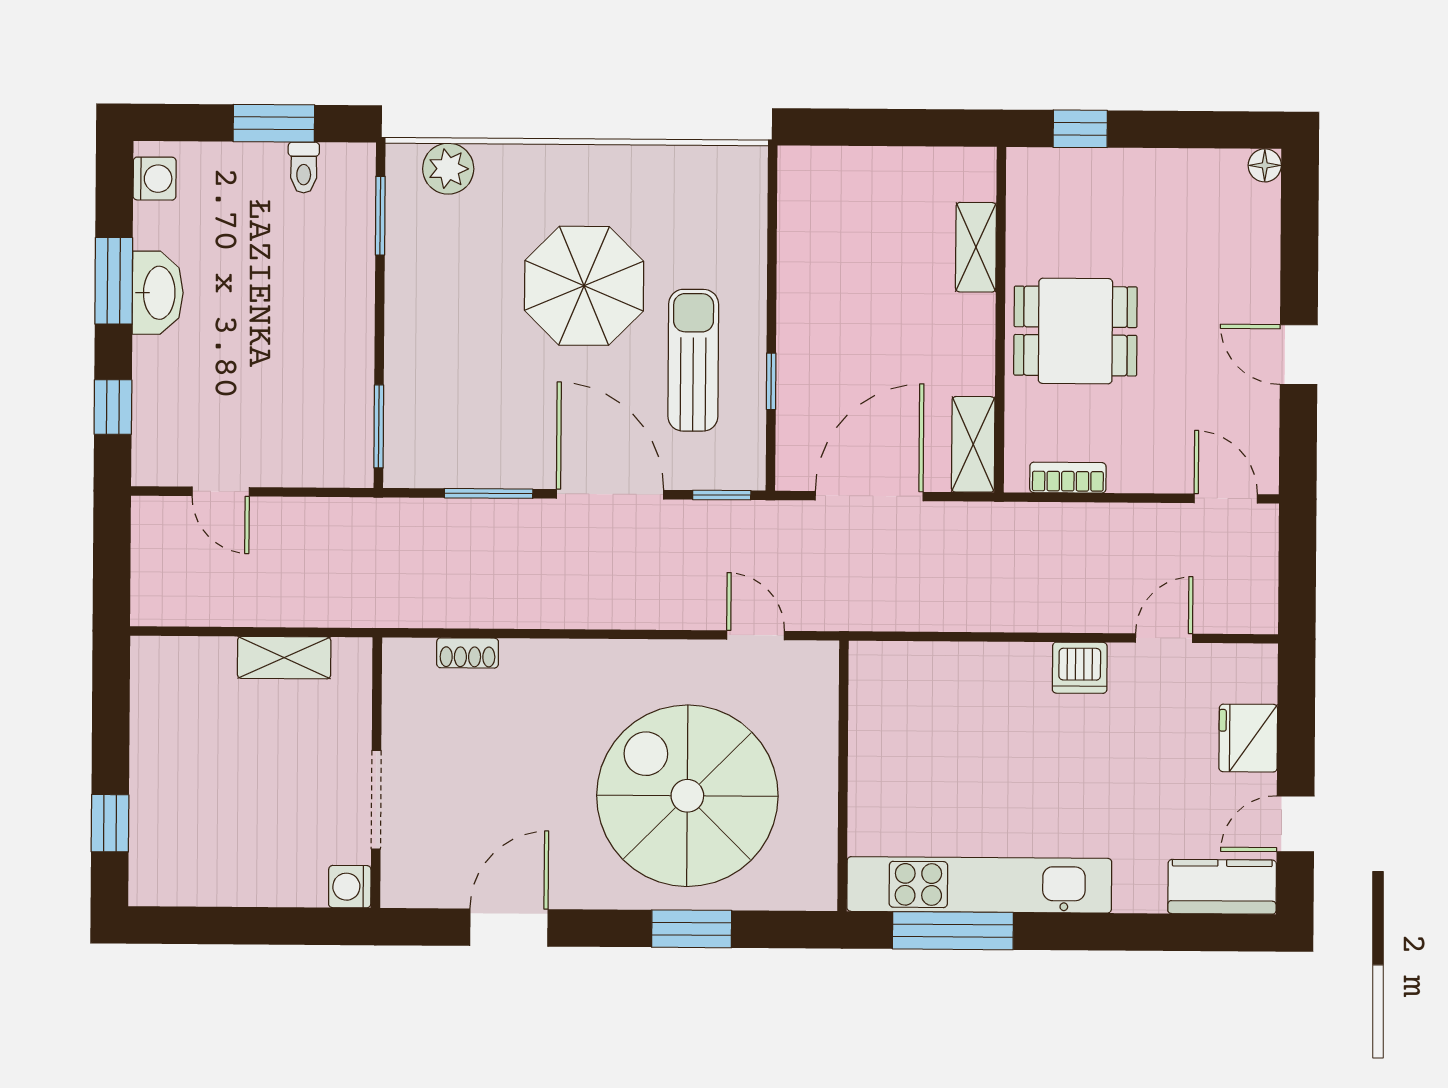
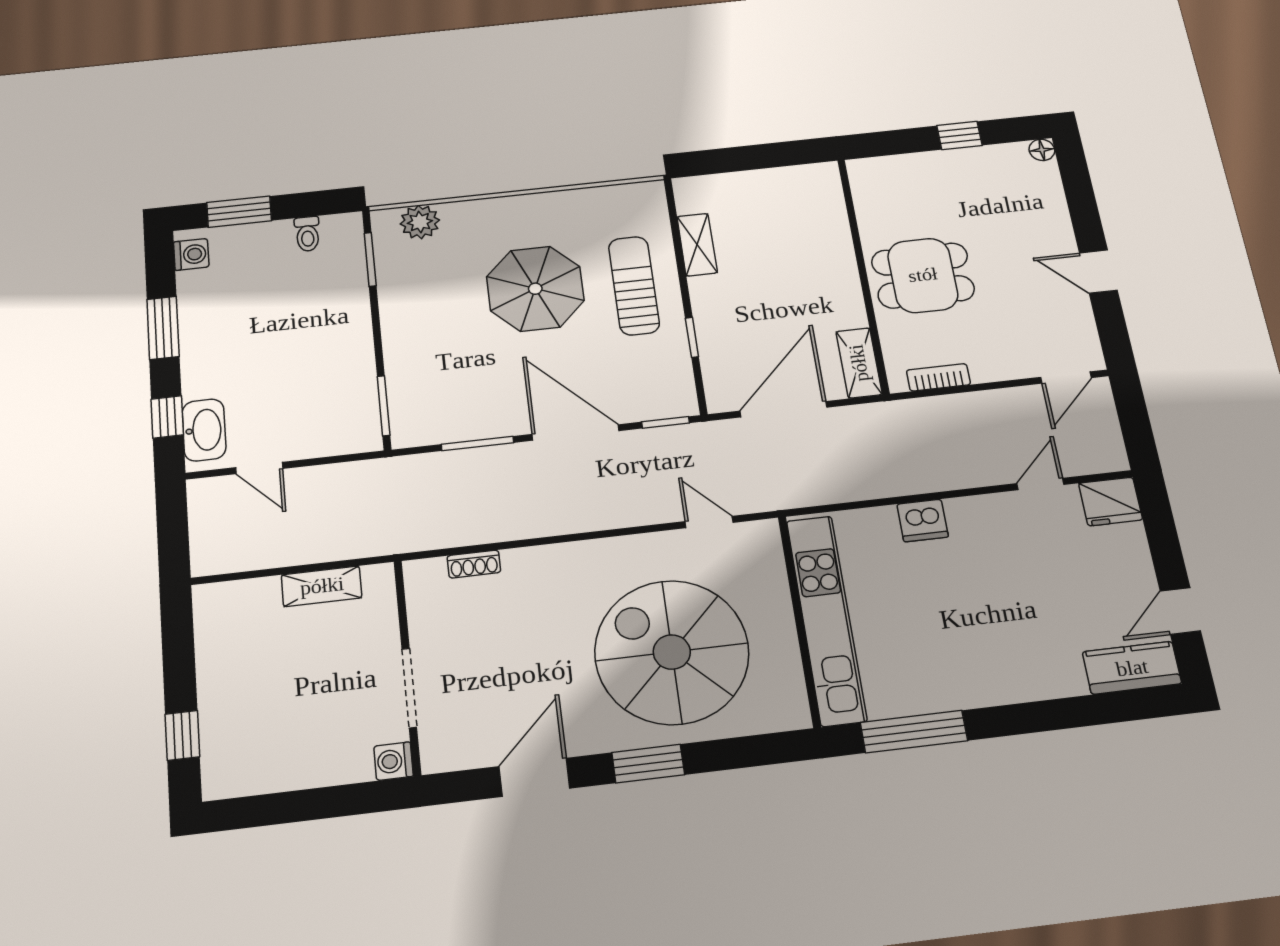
window: (274, 123) -> (239, 212), moved
window: (1080, 129) -> (959, 136), moved
shelving: (976, 247) -> (697, 245), moved
washbasin: (158, 293) -> (204, 430), moved
sun lounger: (693, 360) -> (634, 286), moved
door: (1226, 499) -> (1066, 378), swing flipped
dishwasher: (1080, 668) -> (923, 520), moved
fridge: (1248, 738) -> (1111, 501), moved, turned -90
kitchen unit: (979, 885) -> (826, 620), moved, turned 90
window: (692, 929) -> (648, 764), moved

